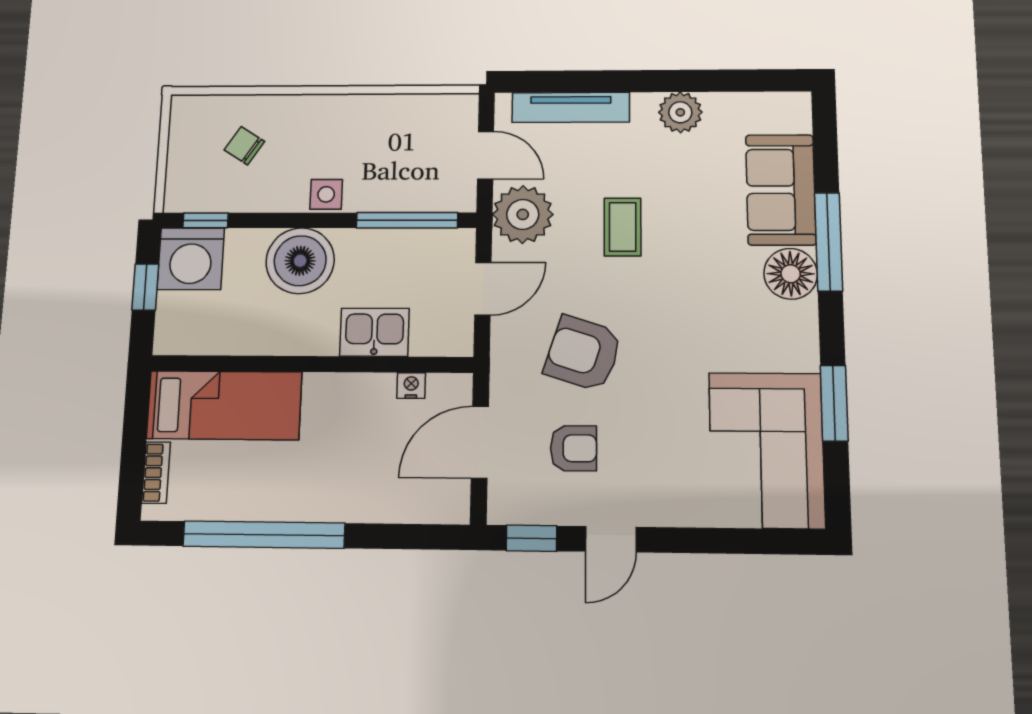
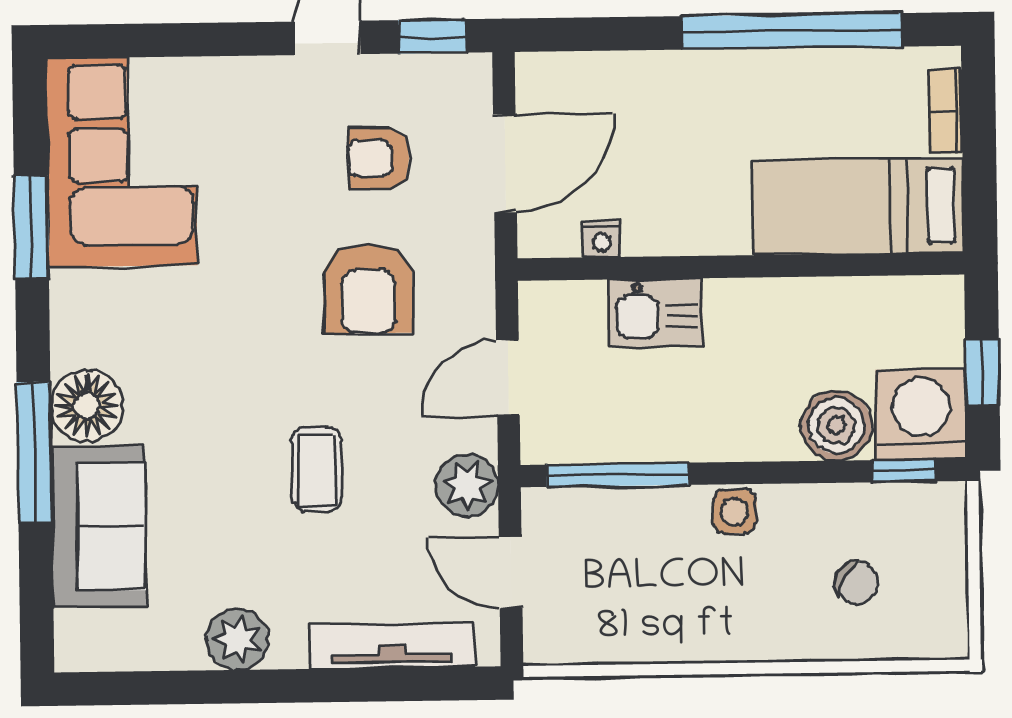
plant: (523, 214) -> (467, 485), width x0.73, depth x0.73
boiler: (300, 261) -> (836, 425), moved, width x0.73, depth x0.73
armchair: (583, 353) -> (368, 289), turned 72

